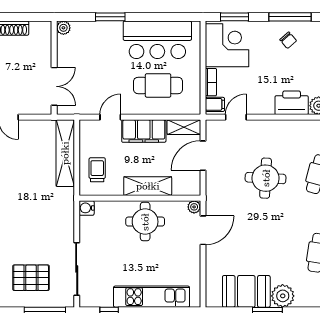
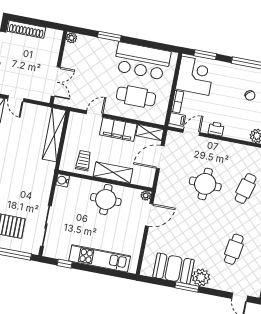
chair: (288, 40) -> (250, 95), moved
printer: (292, 103) -> (216, 129), moved, width x0.53, depth x0.68
trolley: (97, 170) -> (83, 161), moved

